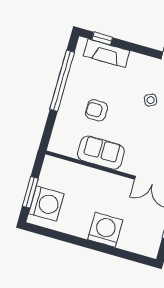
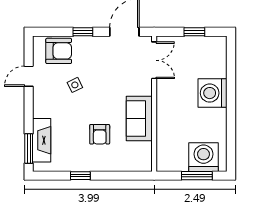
window: (102, 38) -> (29, 149), width x1.50
window: (62, 81) -> (80, 176), width x0.32

